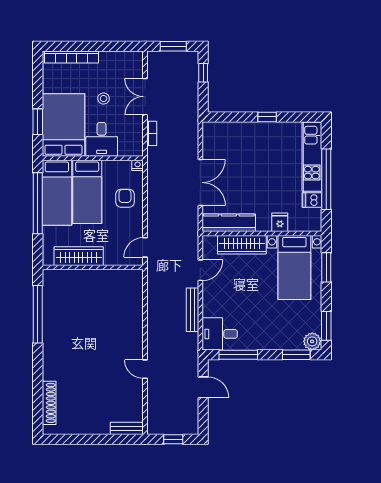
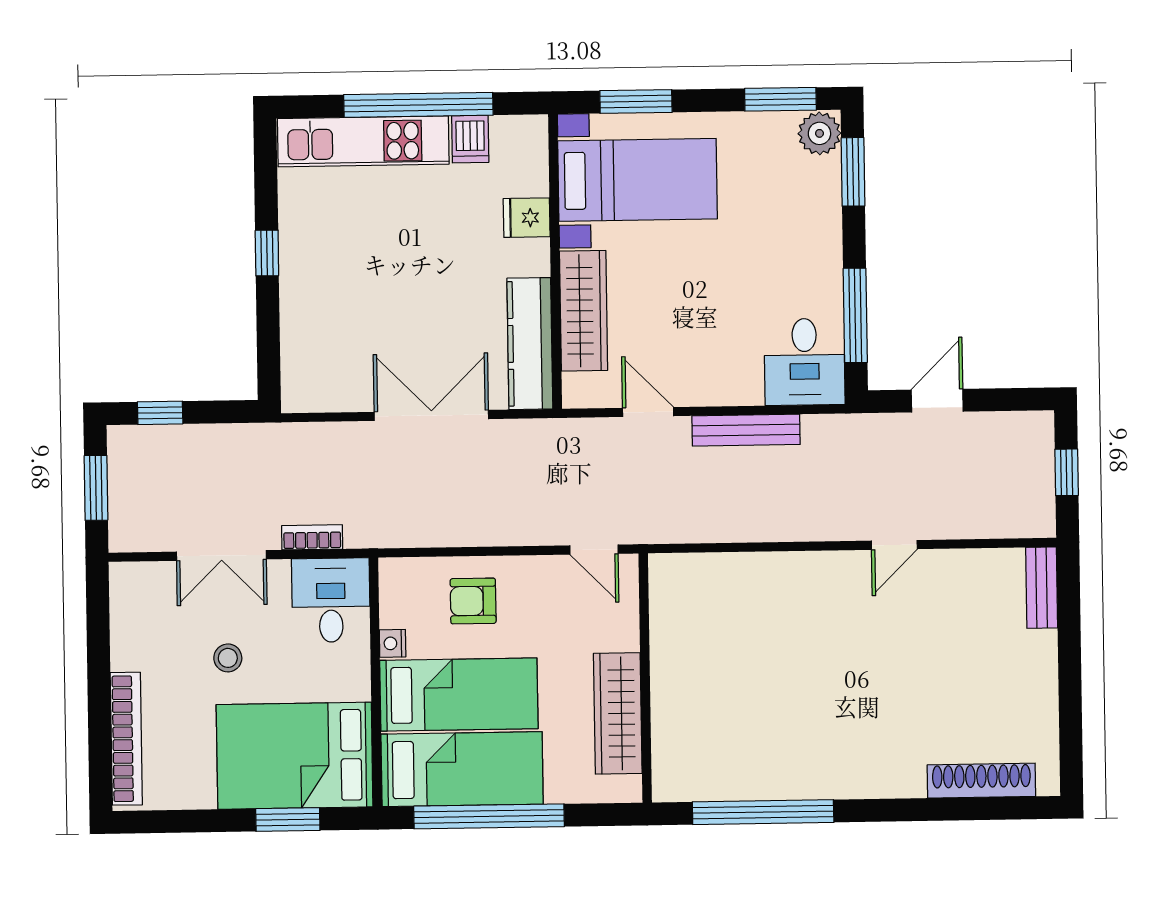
desk: (102, 139) -> (331, 600), moved, turned -90
nightstand: (138, 165) -> (393, 643), moved

